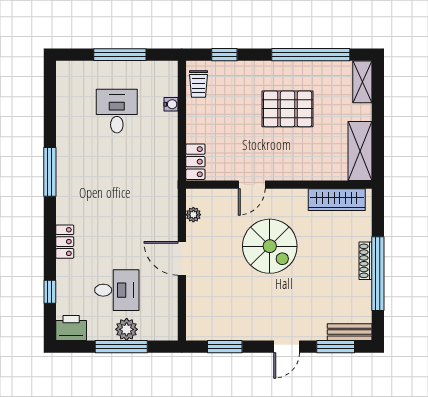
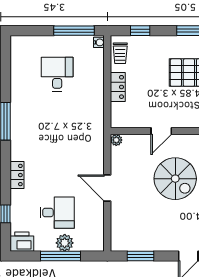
window: (120, 55) -> (74, 31), moved
water cooler: (171, 104) -> (99, 42), moved
locker: (195, 162) -> (118, 87), moved
plant: (193, 215) -> (116, 140), moved

